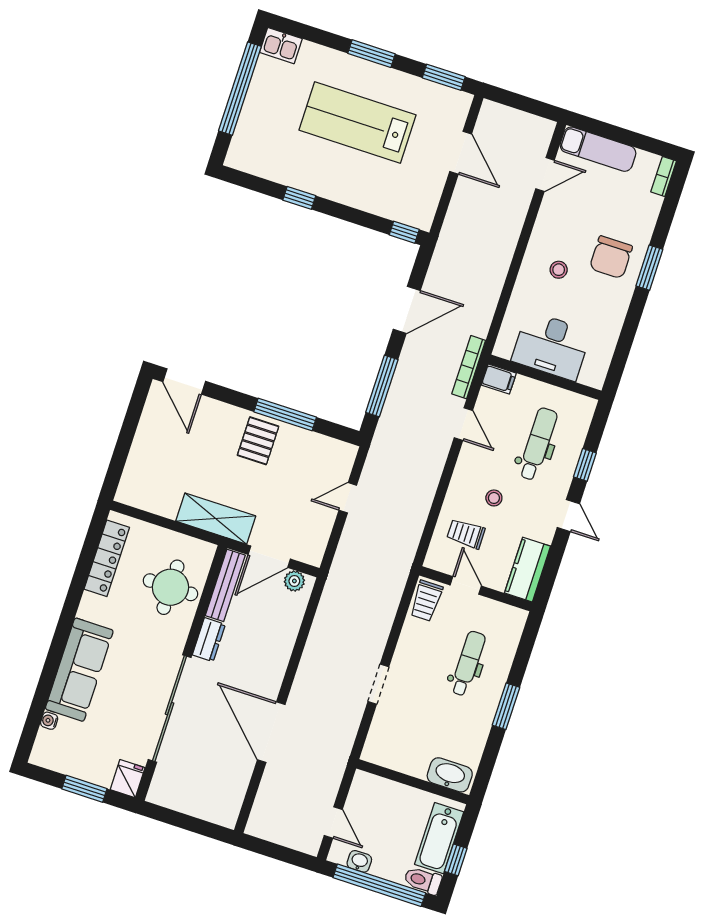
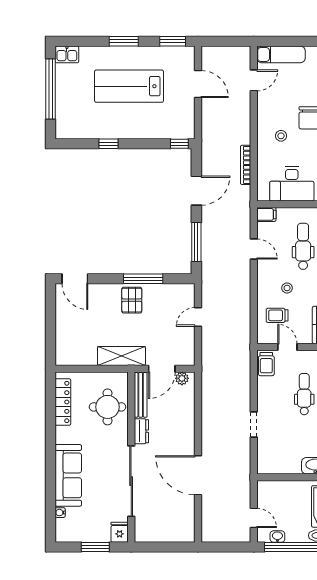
bookcase: (469, 367) -> (246, 165), moved

